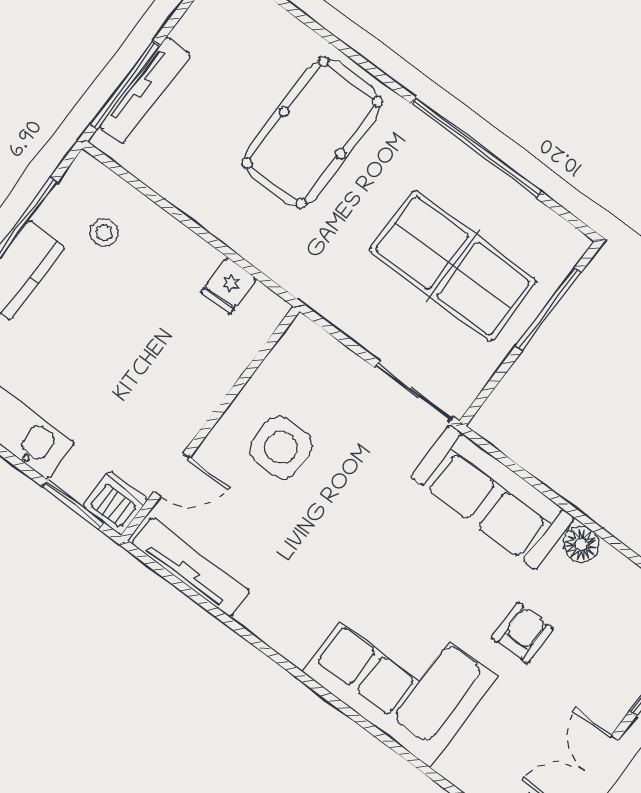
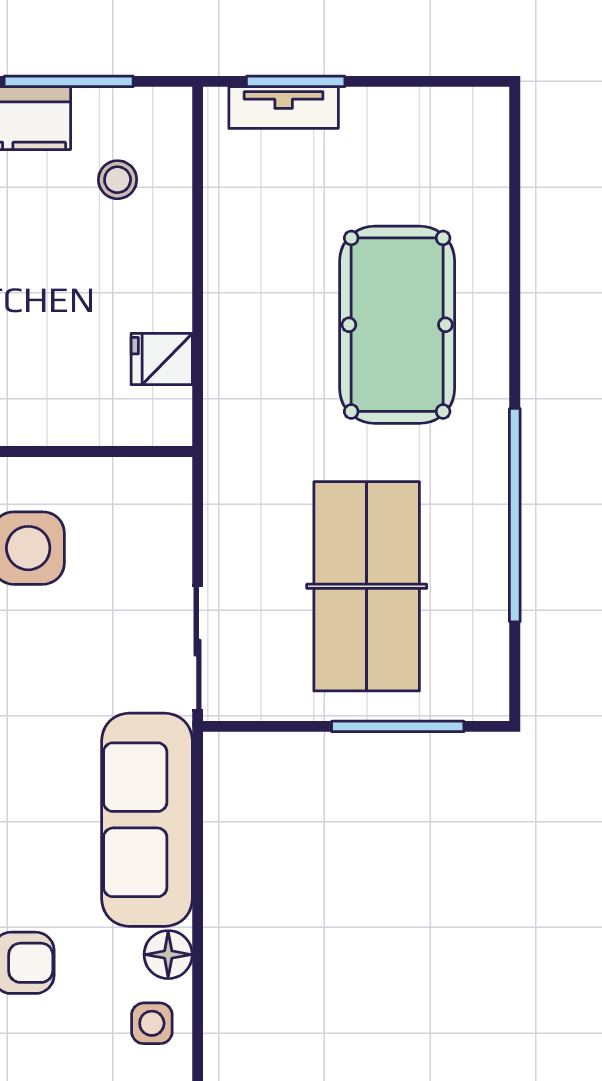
window: (125, 85) -> (296, 81), width x0.69
tv unit: (145, 90) -> (284, 108), width x0.71
pool table: (312, 133) -> (397, 325), turned 90
side table: (614, 584) -> (152, 1023), added

